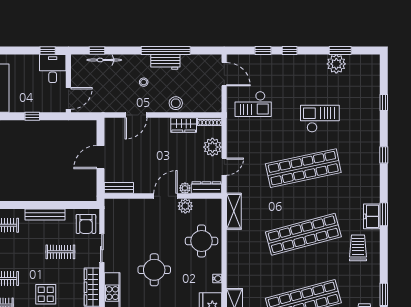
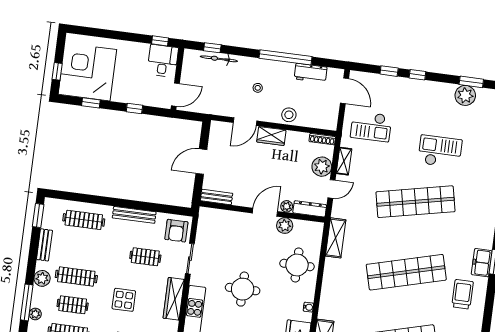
workbench: (165, 62) -> (311, 73), moved
wardrobe: (184, 125) -> (271, 136), moved
shelving: (232, 139) -> (344, 161), added

